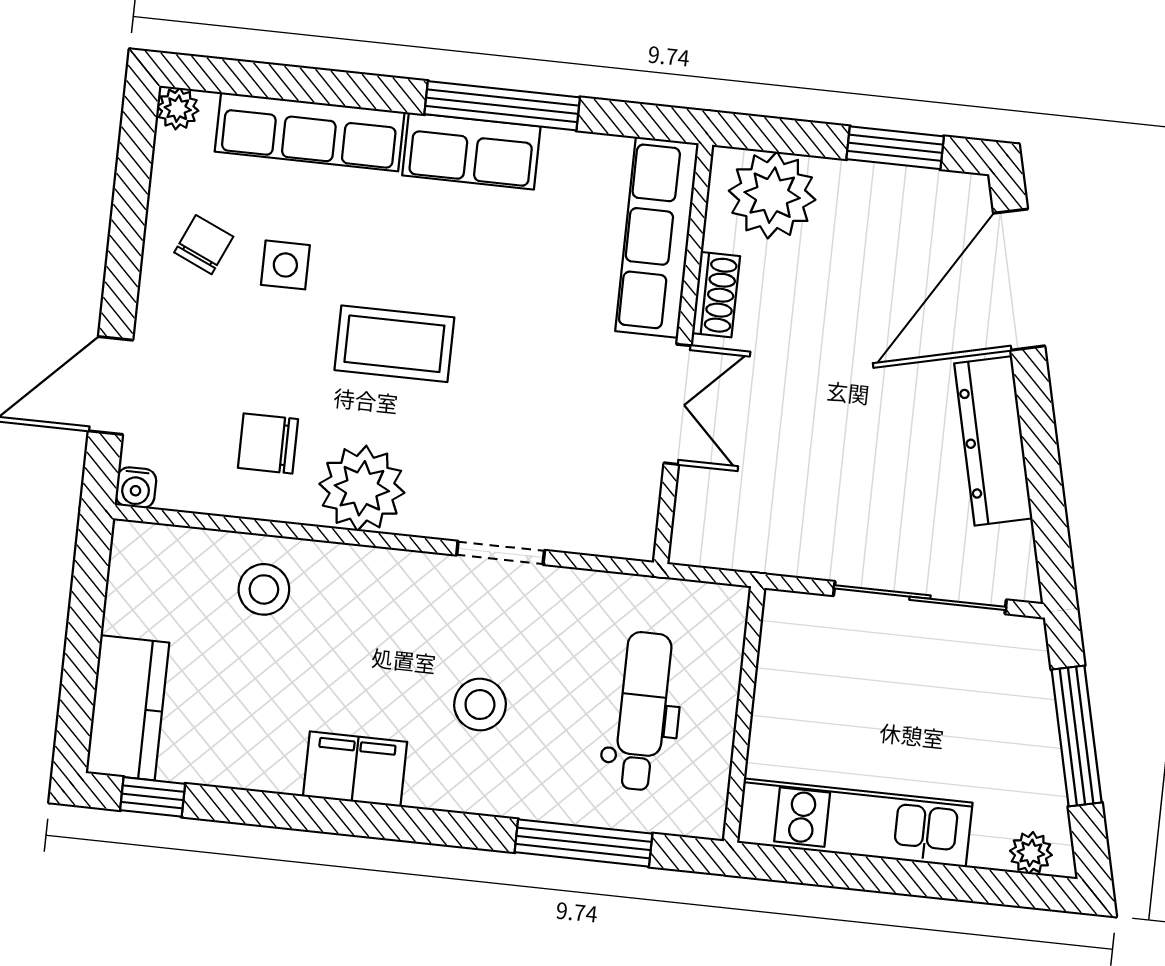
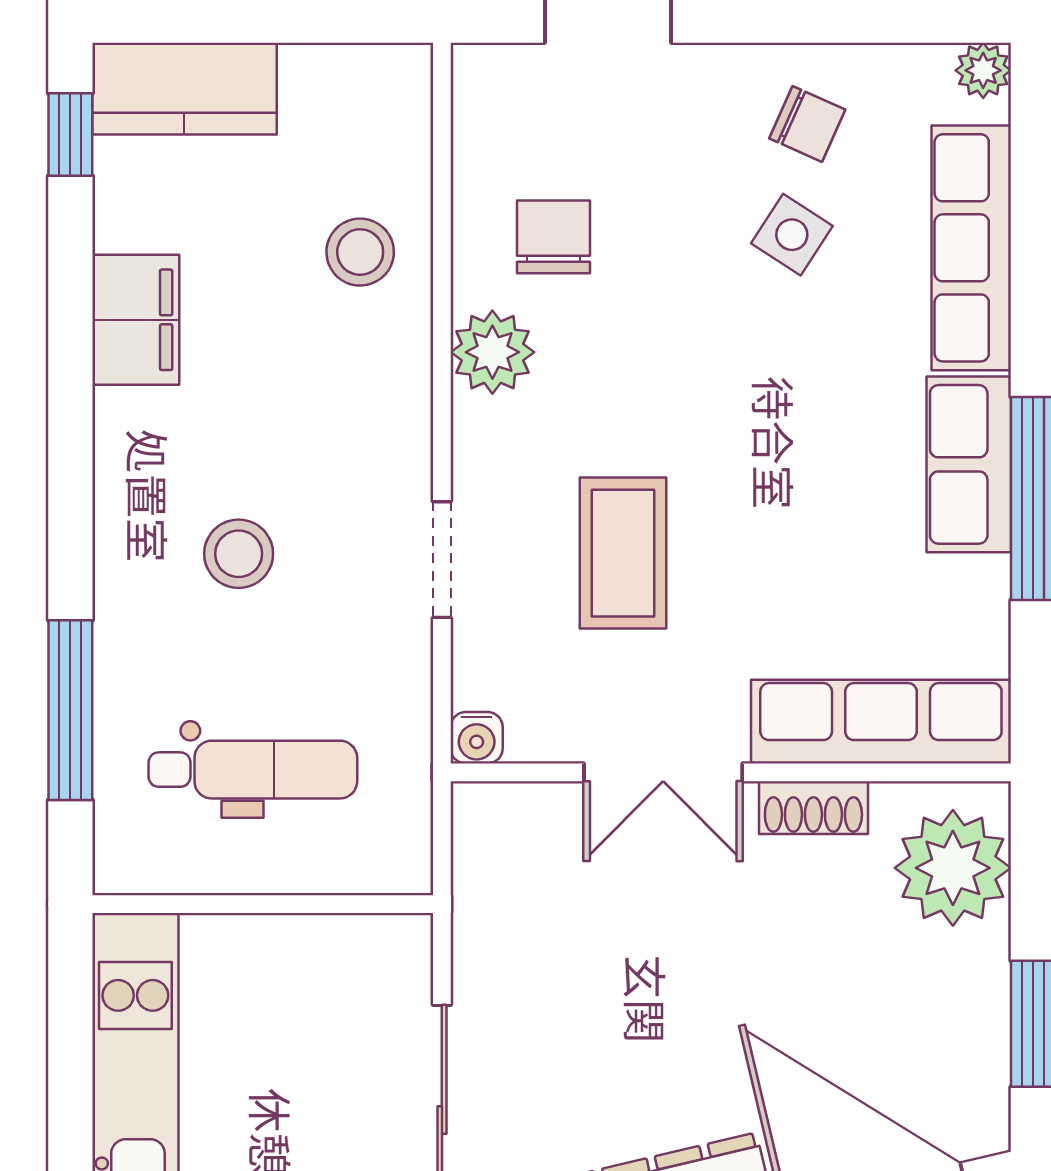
side table: (285, 265) -> (792, 235), turned 33
coffee table: (394, 344) -> (623, 553), moved
water cooler: (136, 488) -> (477, 738), moved, turned -90
plant: (362, 488) -> (492, 352), width x0.73, depth x0.73
filing cabinet: (355, 769) -> (136, 320), moved

